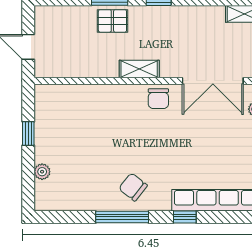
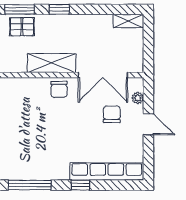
shelving: (139, 69) -> (52, 63), width x1.50, depth x1.33
chair: (133, 187) -> (112, 114), moved, turned 52

